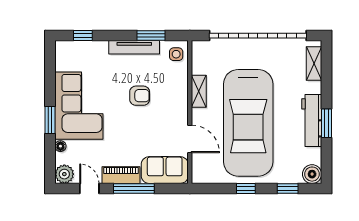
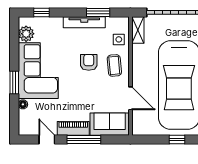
side table: (176, 54) -> (119, 39), moved
shelving: (199, 91) -> (138, 30), moved
armchair: (140, 96) -> (89, 62), turned -90
coffee table: (170, 99) -> (114, 65), added
plant: (64, 174) -> (26, 34), moved

